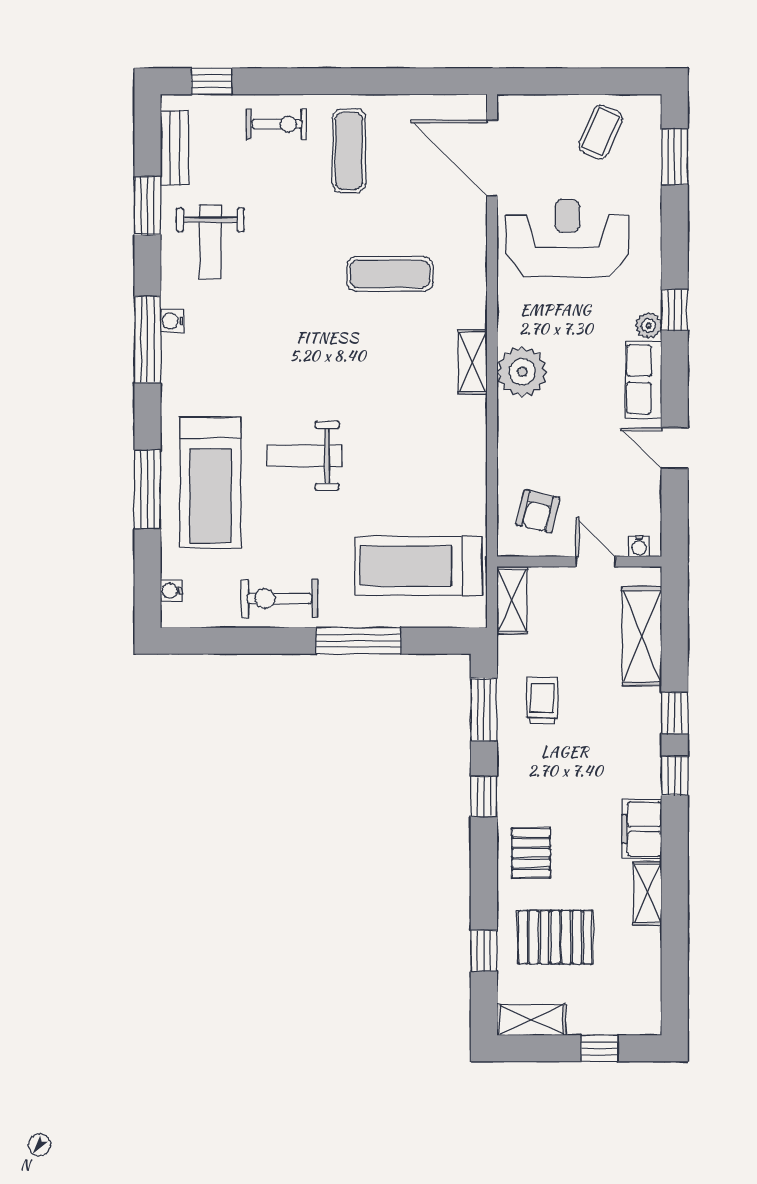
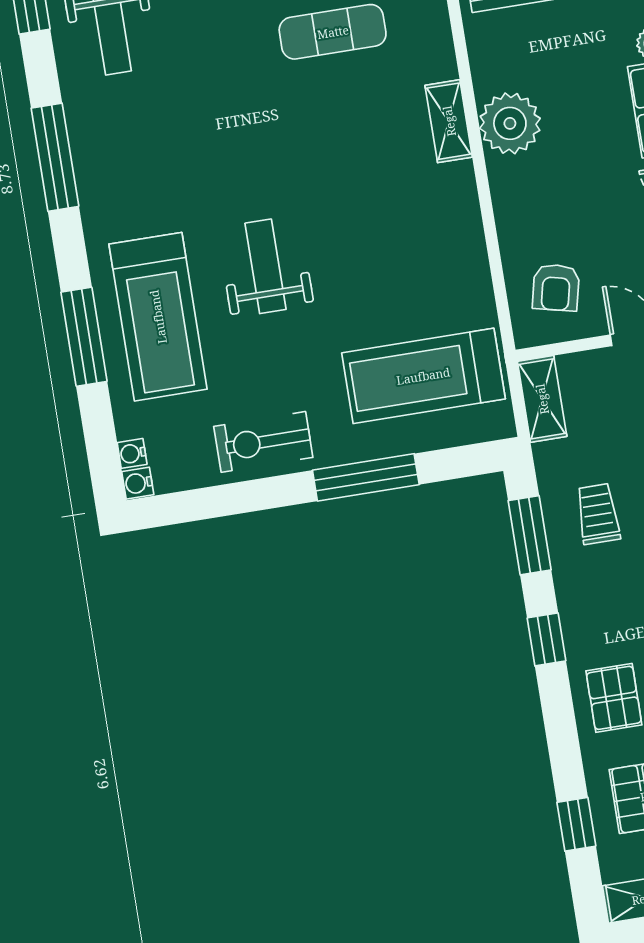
water cooler: (172, 321) -> (138, 483), moved
weight bench: (304, 456) -> (265, 266), turned 90

